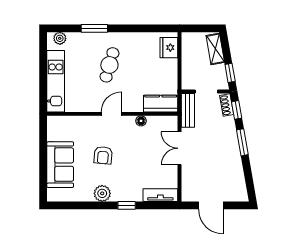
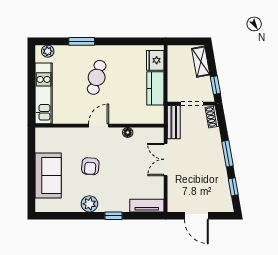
kitchen counter: (161, 104) -> (155, 88), moved, turned -90
window: (237, 110) -> (233, 187), moved

